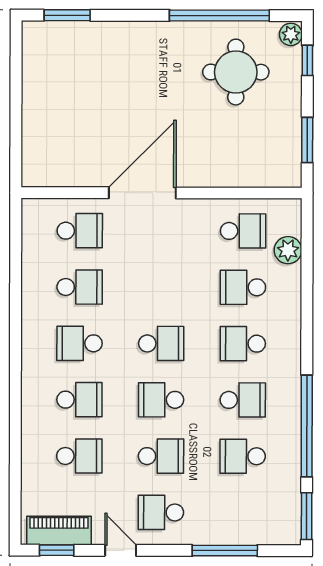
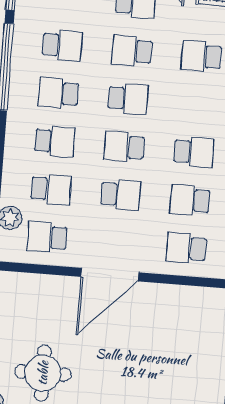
door: (142, 193) -> (110, 275), moved
school desk: (79, 400) -> (120, 195), moved, turned 180

